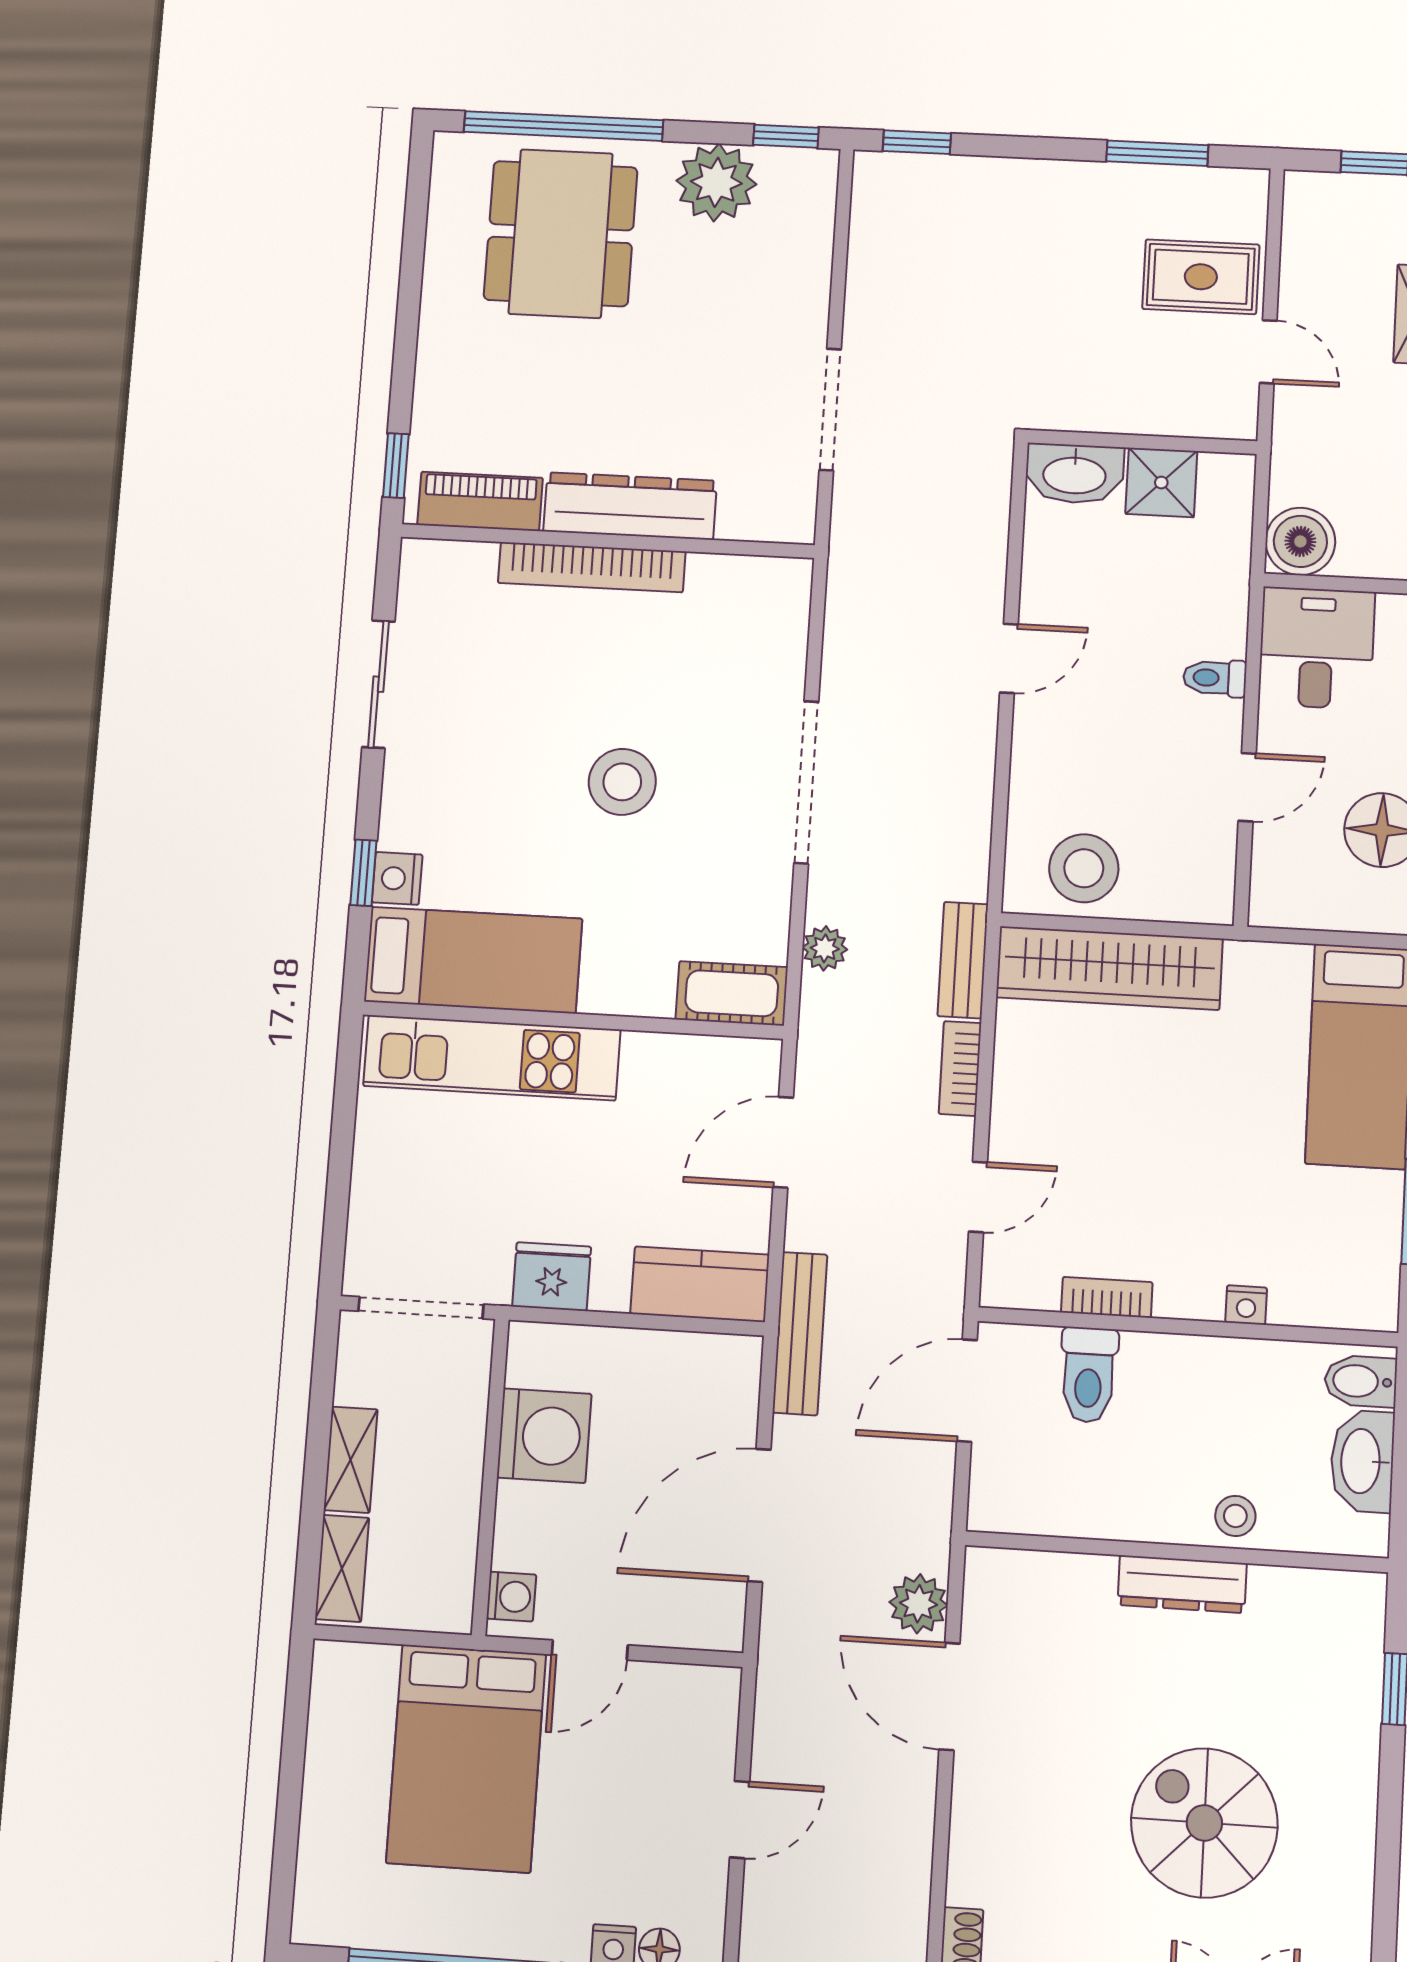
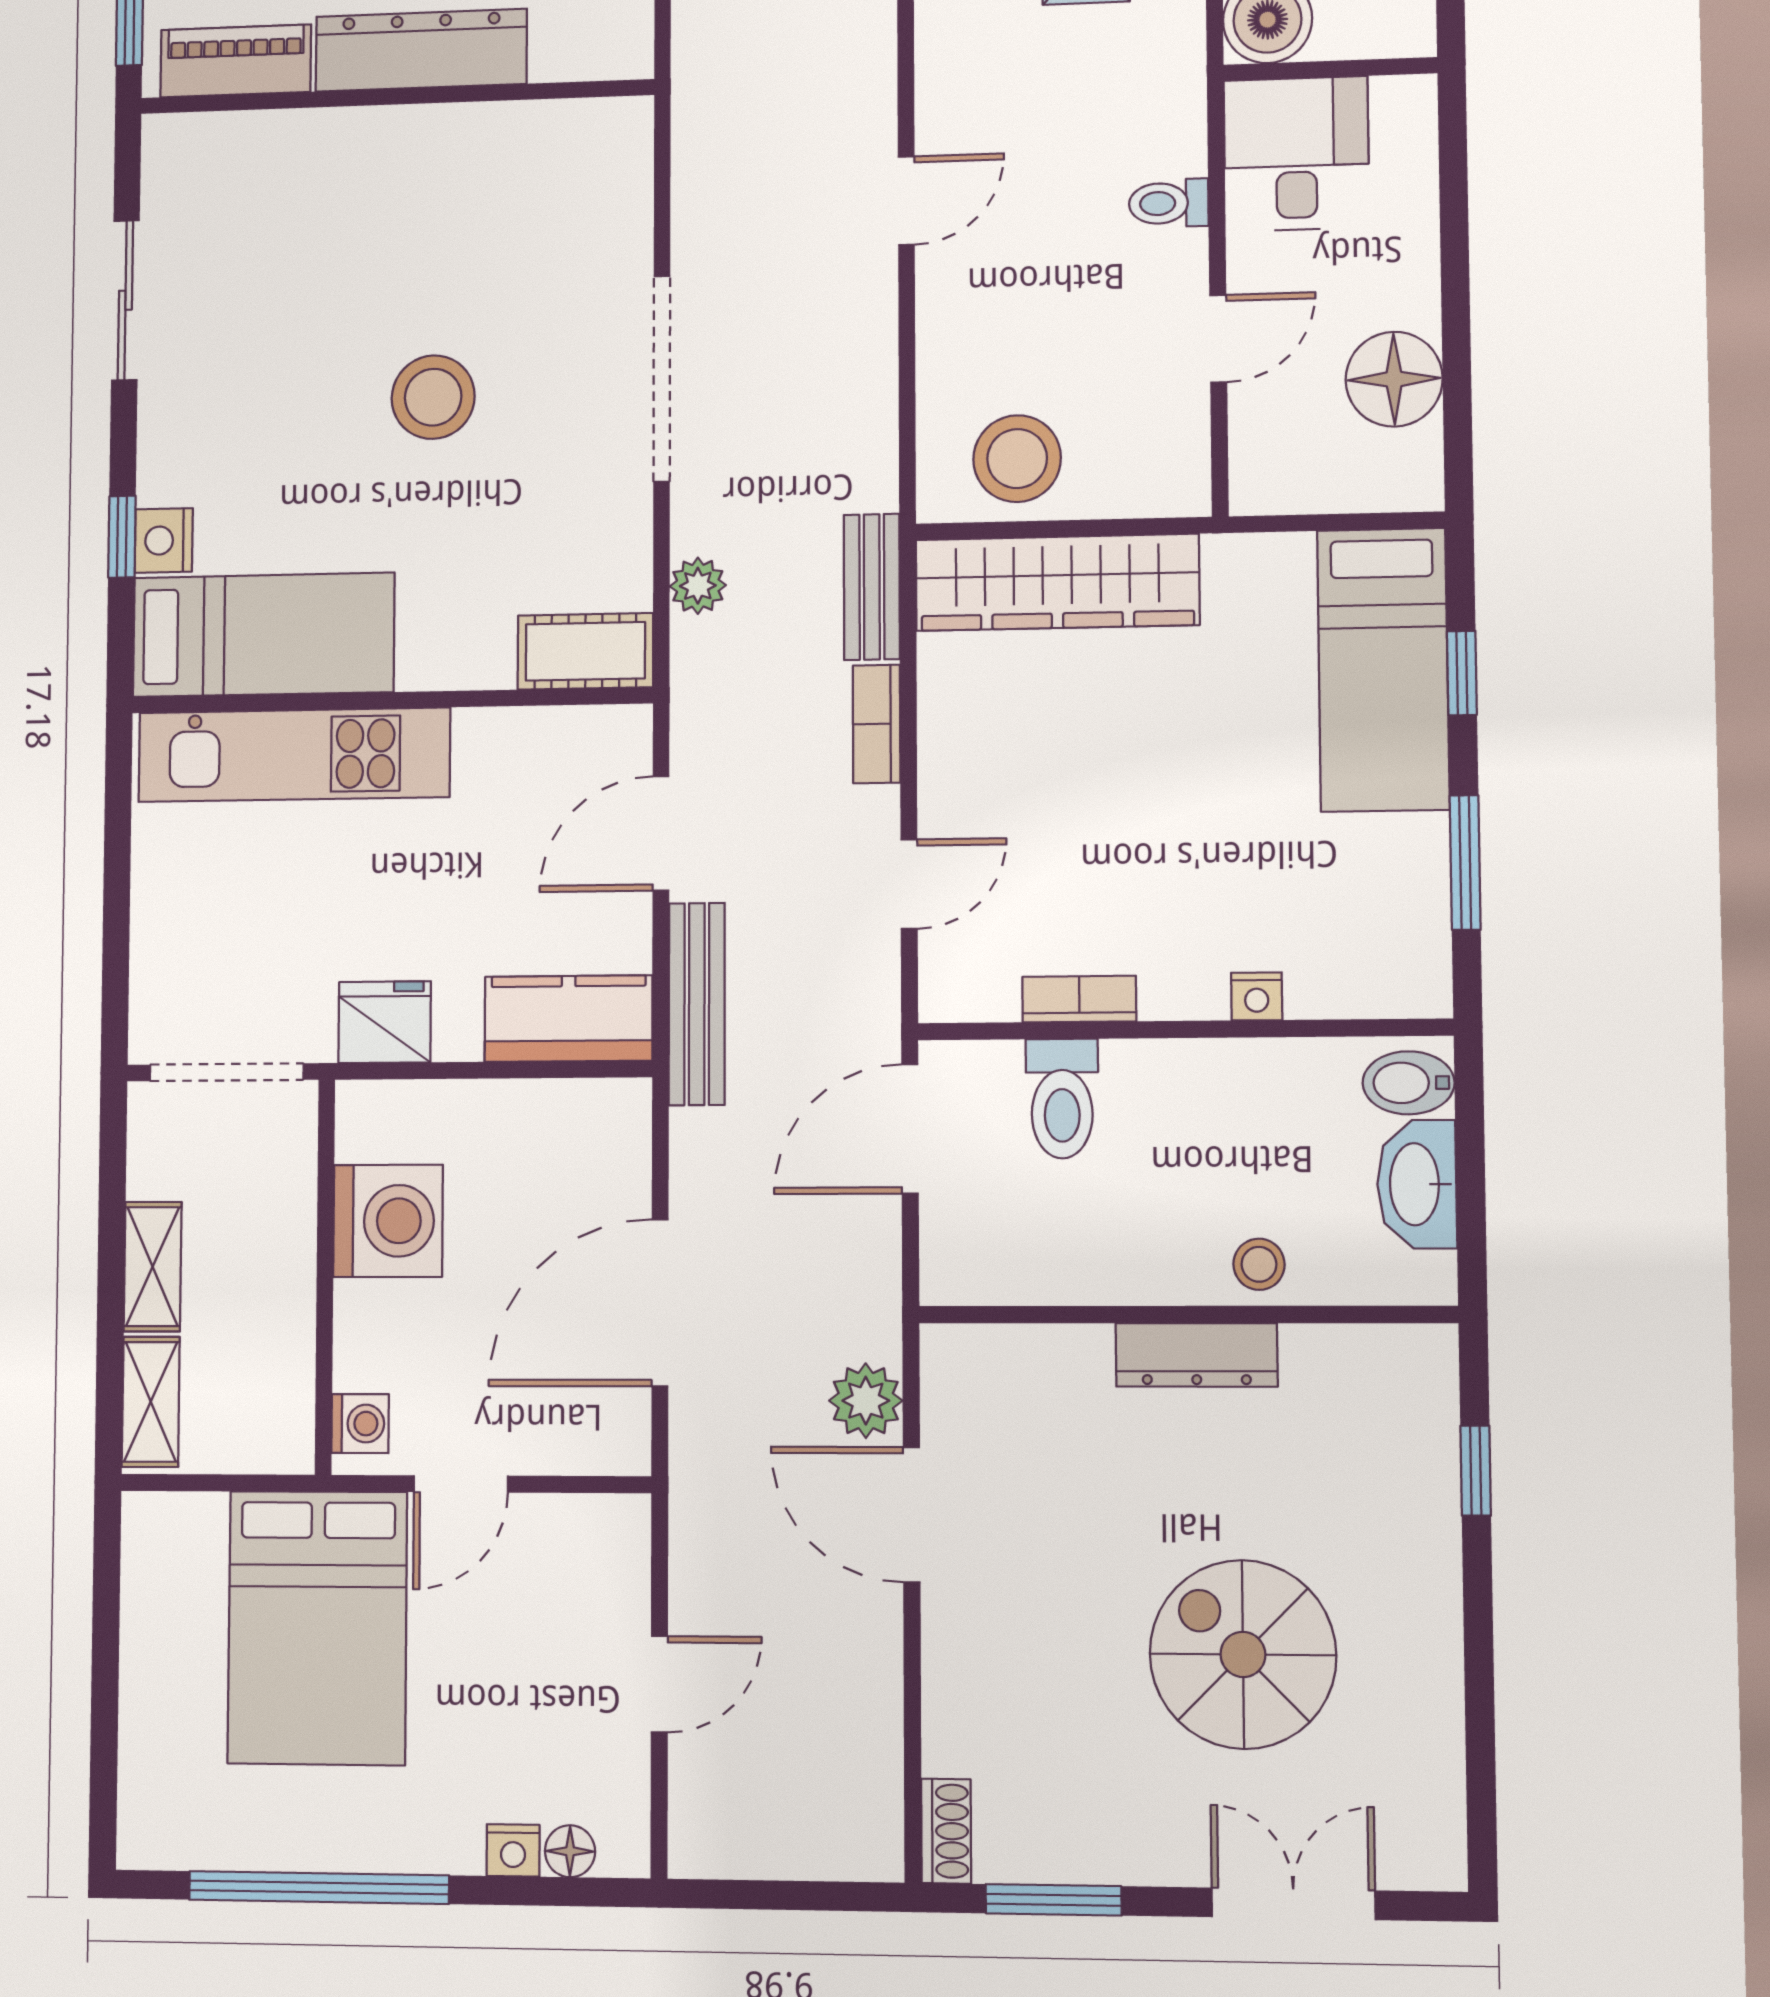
bookcase: (592, 567) -> (378, 131), removed
bench: (800, 1334) -> (697, 1004), moved

